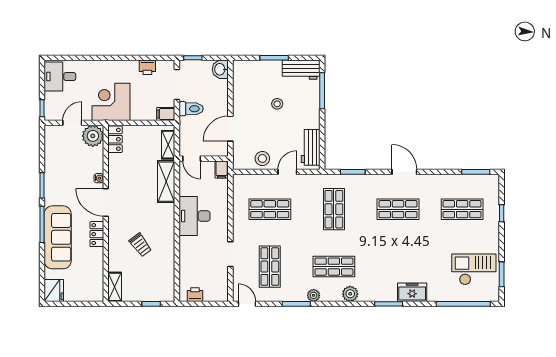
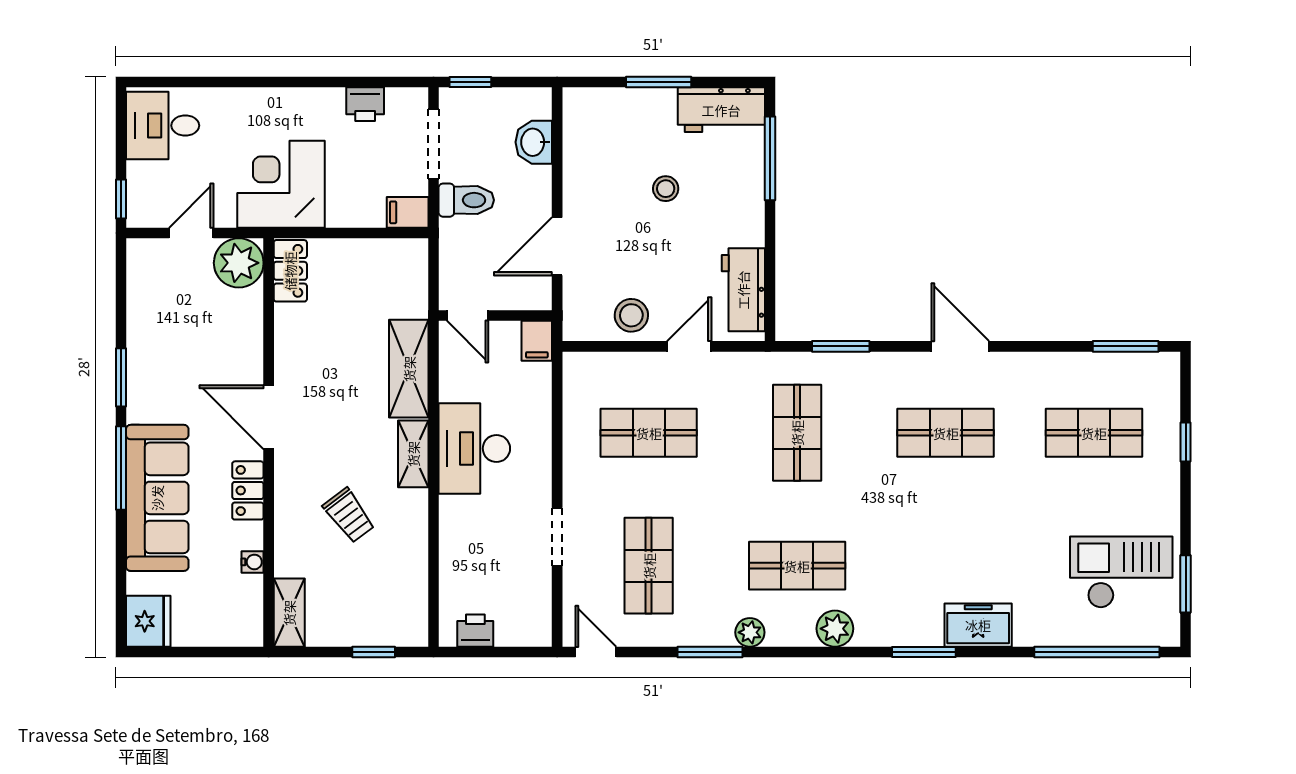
washbasin: (220, 69) -> (534, 142), moved
shelving: (168, 145) -> (413, 454), moved
water cooler: (99, 178) -> (253, 562), moved

